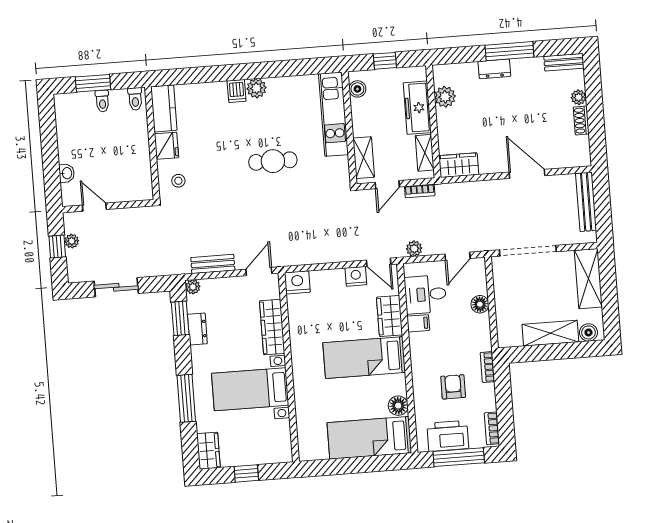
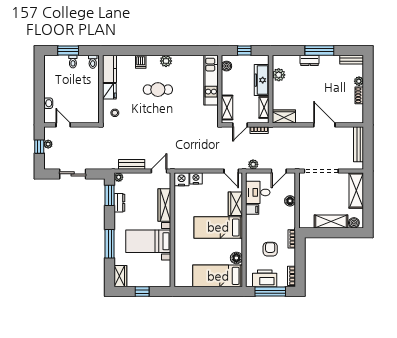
dishwasher: (237, 91) -> (141, 62), moved
cafe table: (273, 161) -> (158, 90), moved
nightstand: (356, 276) -> (196, 178), moved

